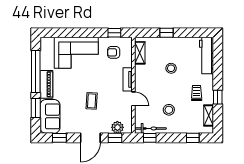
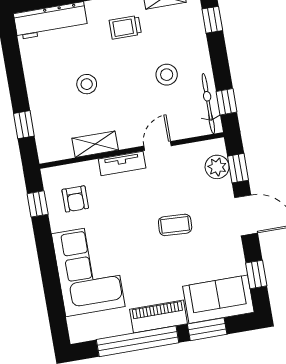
window: (167, 33) -> (24, 125), moved
shelving: (140, 53) -> (95, 144), moved

